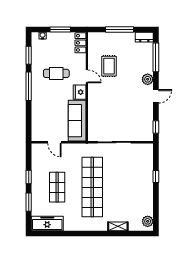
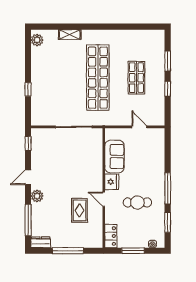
sofa: (77, 121) -> (114, 157), width x0.73
freezer: (47, 224) -> (147, 38), removed

